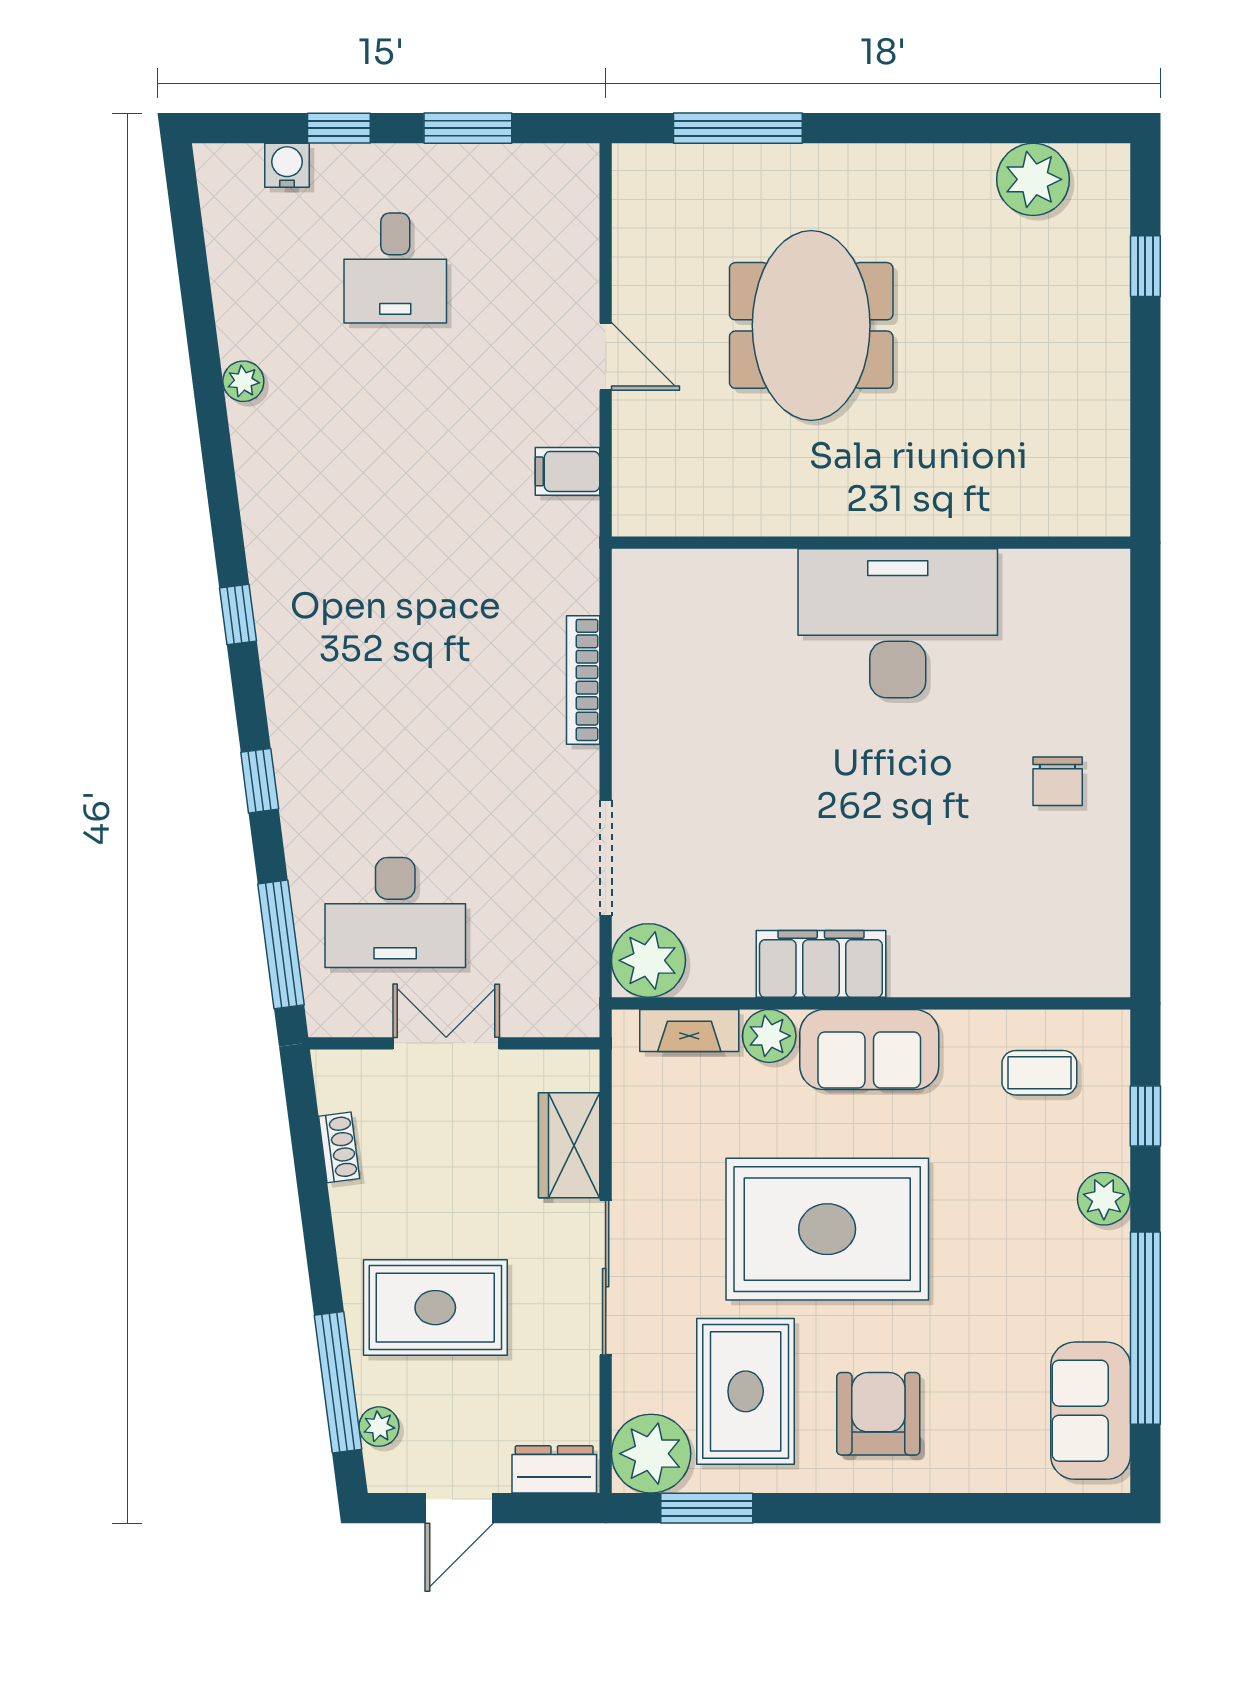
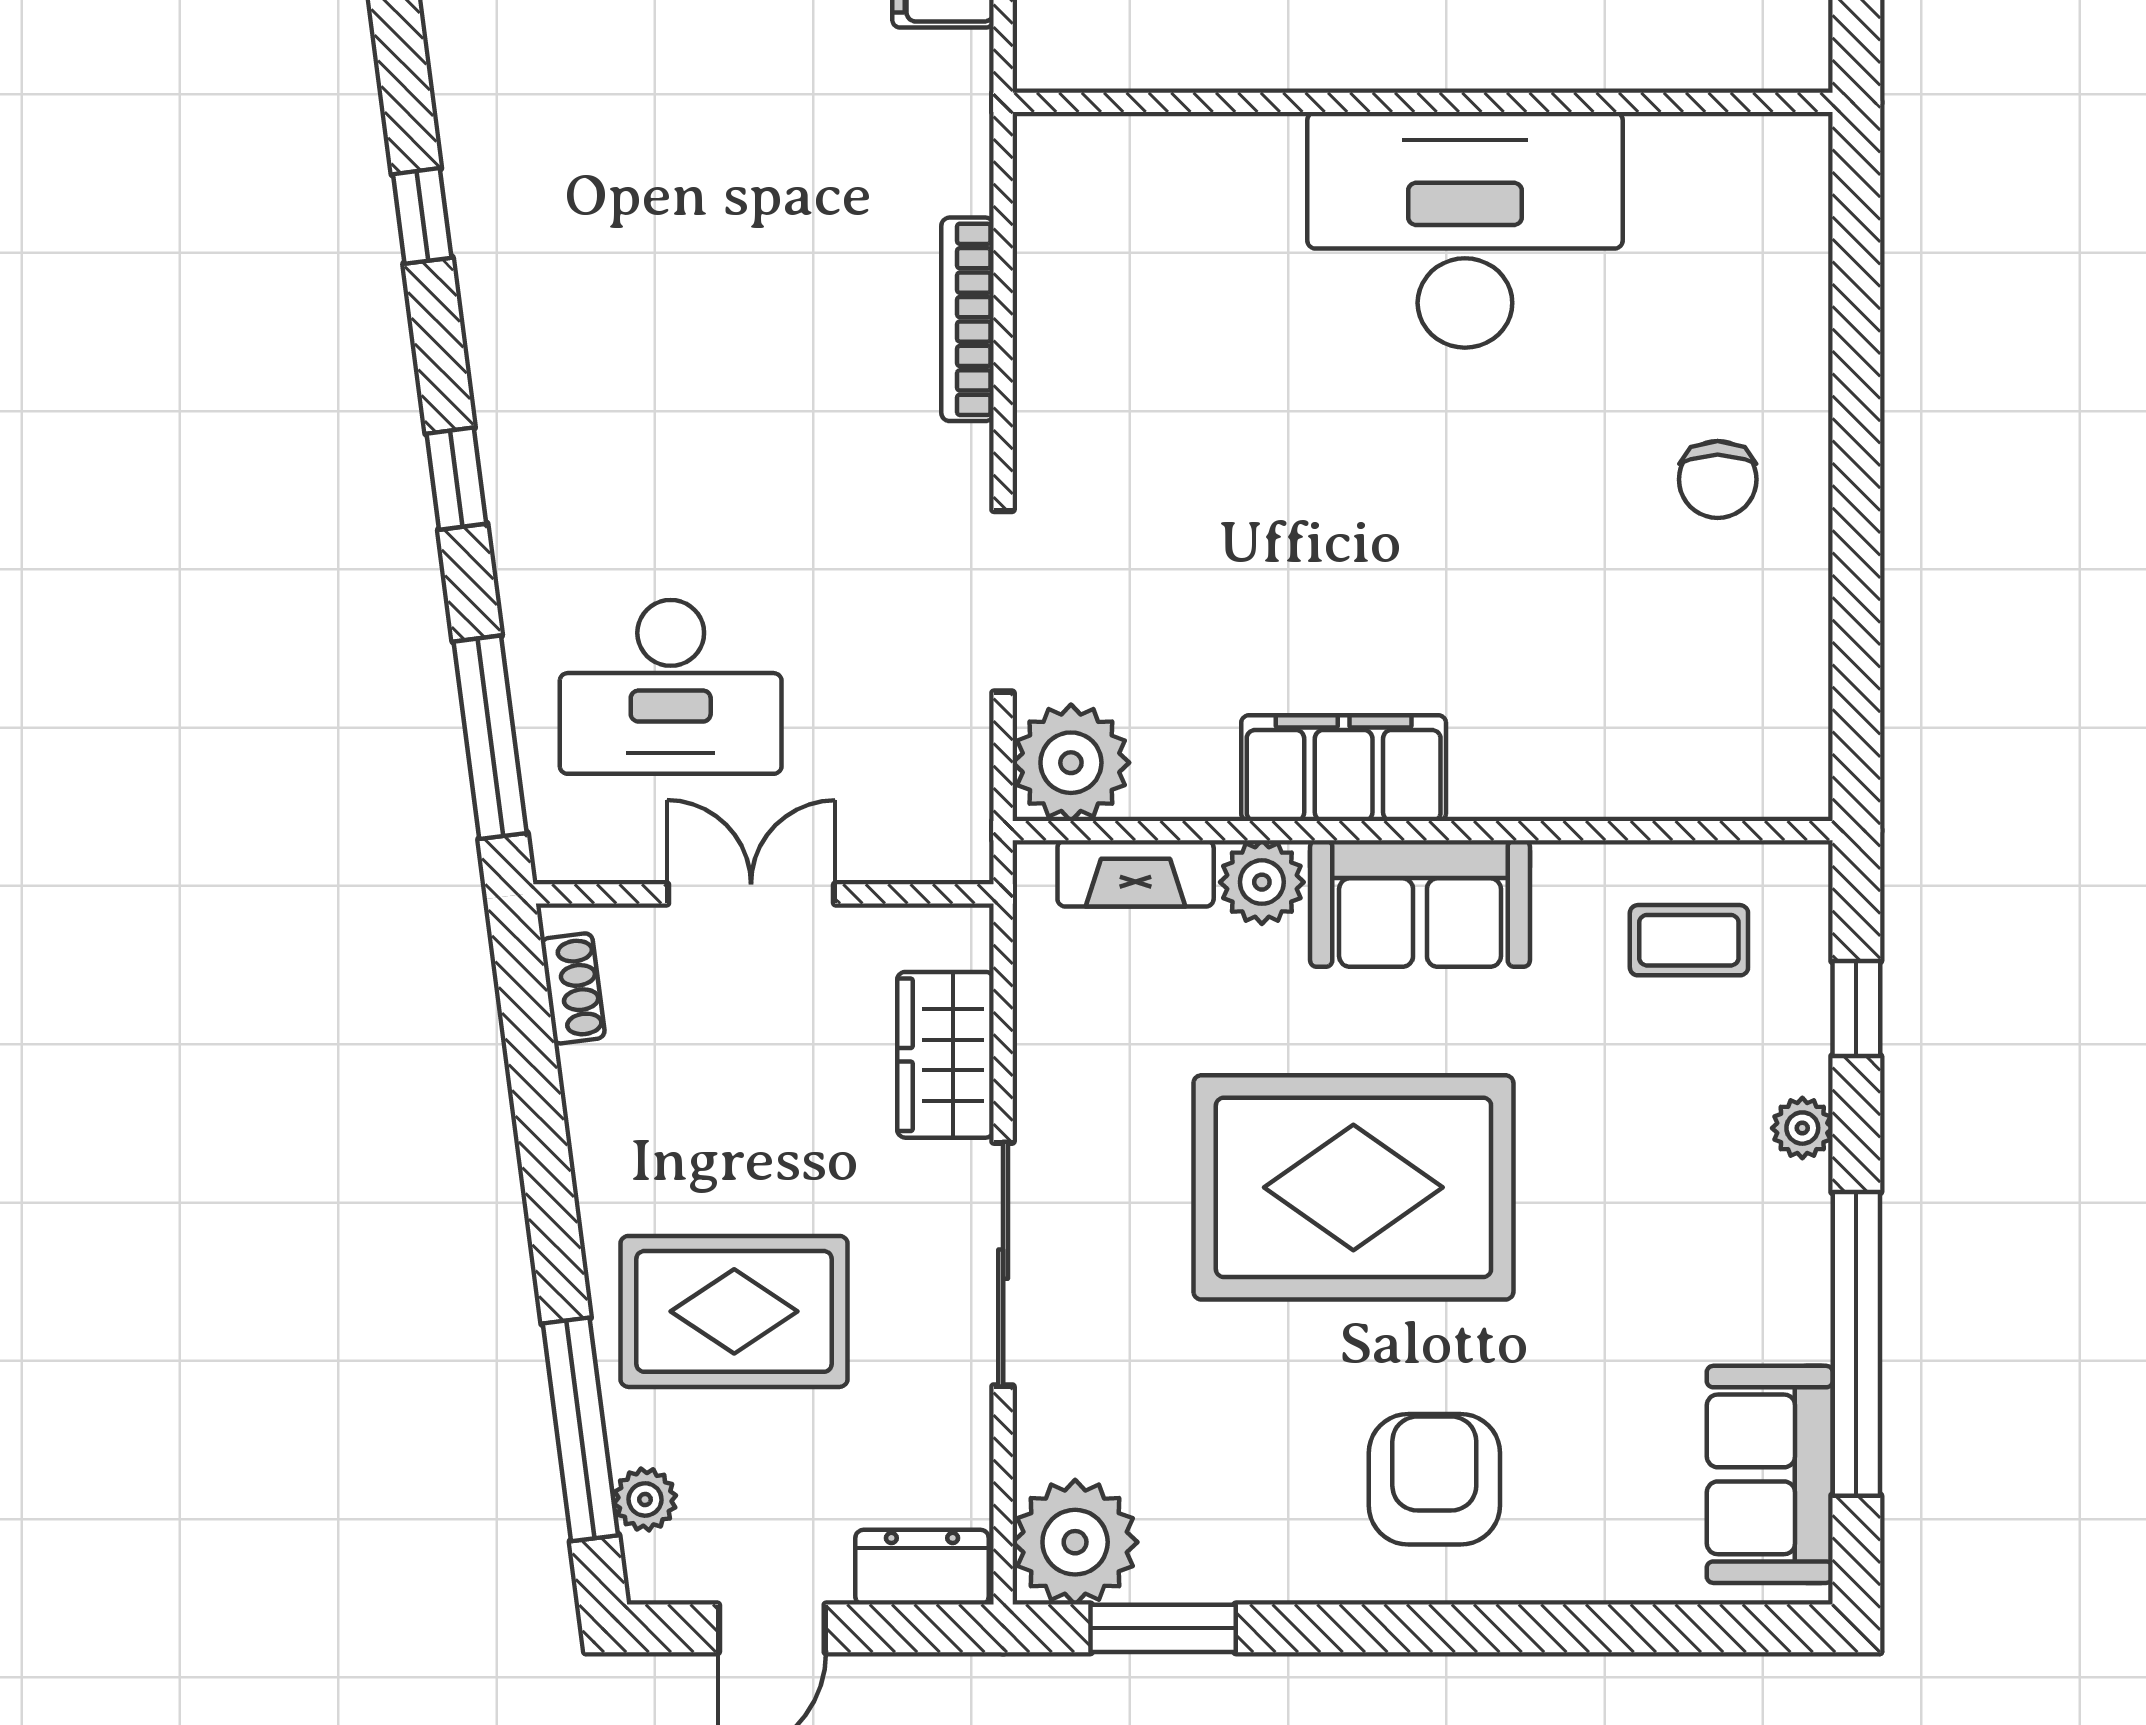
shoe rack: (339, 1147) -> (573, 988), moved
plant: (1104, 1199) -> (1802, 1128), width x0.73, depth x0.73
rug: (746, 1391) -> (1224, 1444), removed

